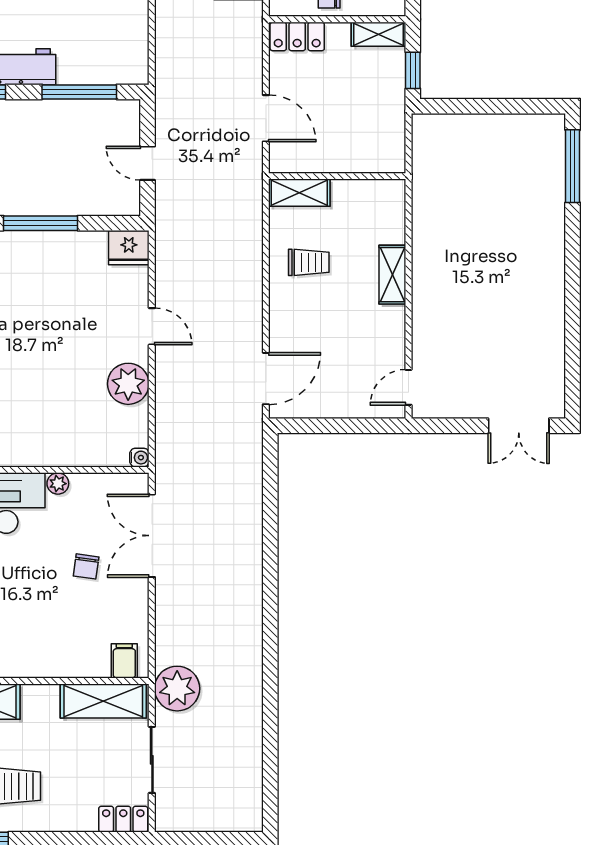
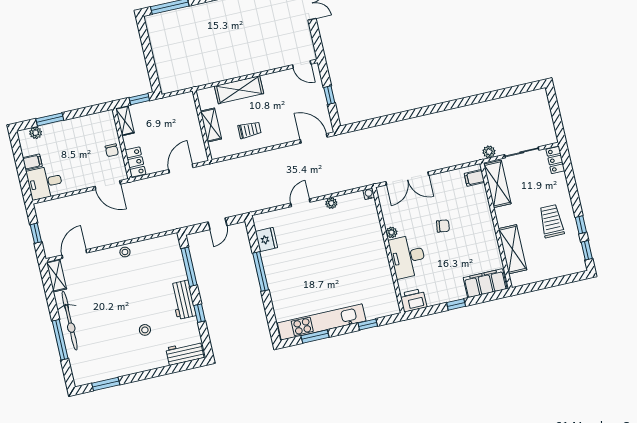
shelving: (299, 193) -> (211, 125), moved
fridge: (129, 248) -> (266, 239), moved
trolley: (309, 262) -> (249, 130), turned 90
shelving: (392, 275) -> (239, 90), width x1.50, depth x1.33
plant: (128, 384) -> (331, 203), width x0.53, depth x0.53
window: (340, 426) -> (329, 95), added
chair: (86, 566) -> (443, 226), moved
plant: (177, 689) -> (489, 152), width x0.53, depth x0.53

